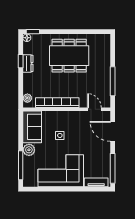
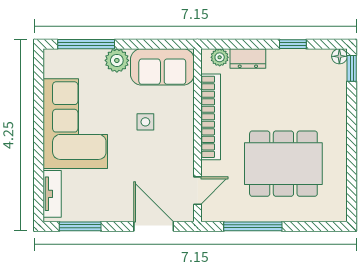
dining table: (69, 56) -> (283, 164), moved, turned 90
dresser: (28, 63) -> (248, 59), moved
door: (113, 131) -> (154, 226), hinge flipped
window: (113, 168) -> (80, 226), width x0.69

